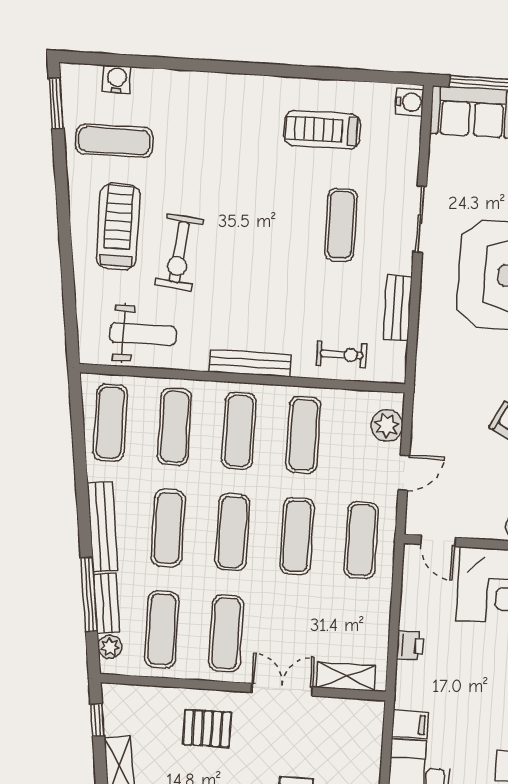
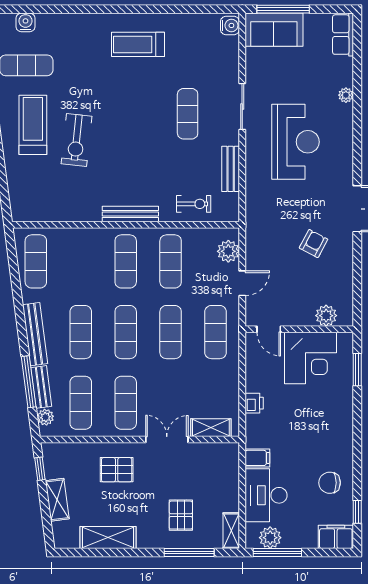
treadmill: (322, 130) -> (138, 44), moved
weight bench: (143, 334) -> (55, 199), removed
exercise mat: (175, 427) -> (81, 261), removed

